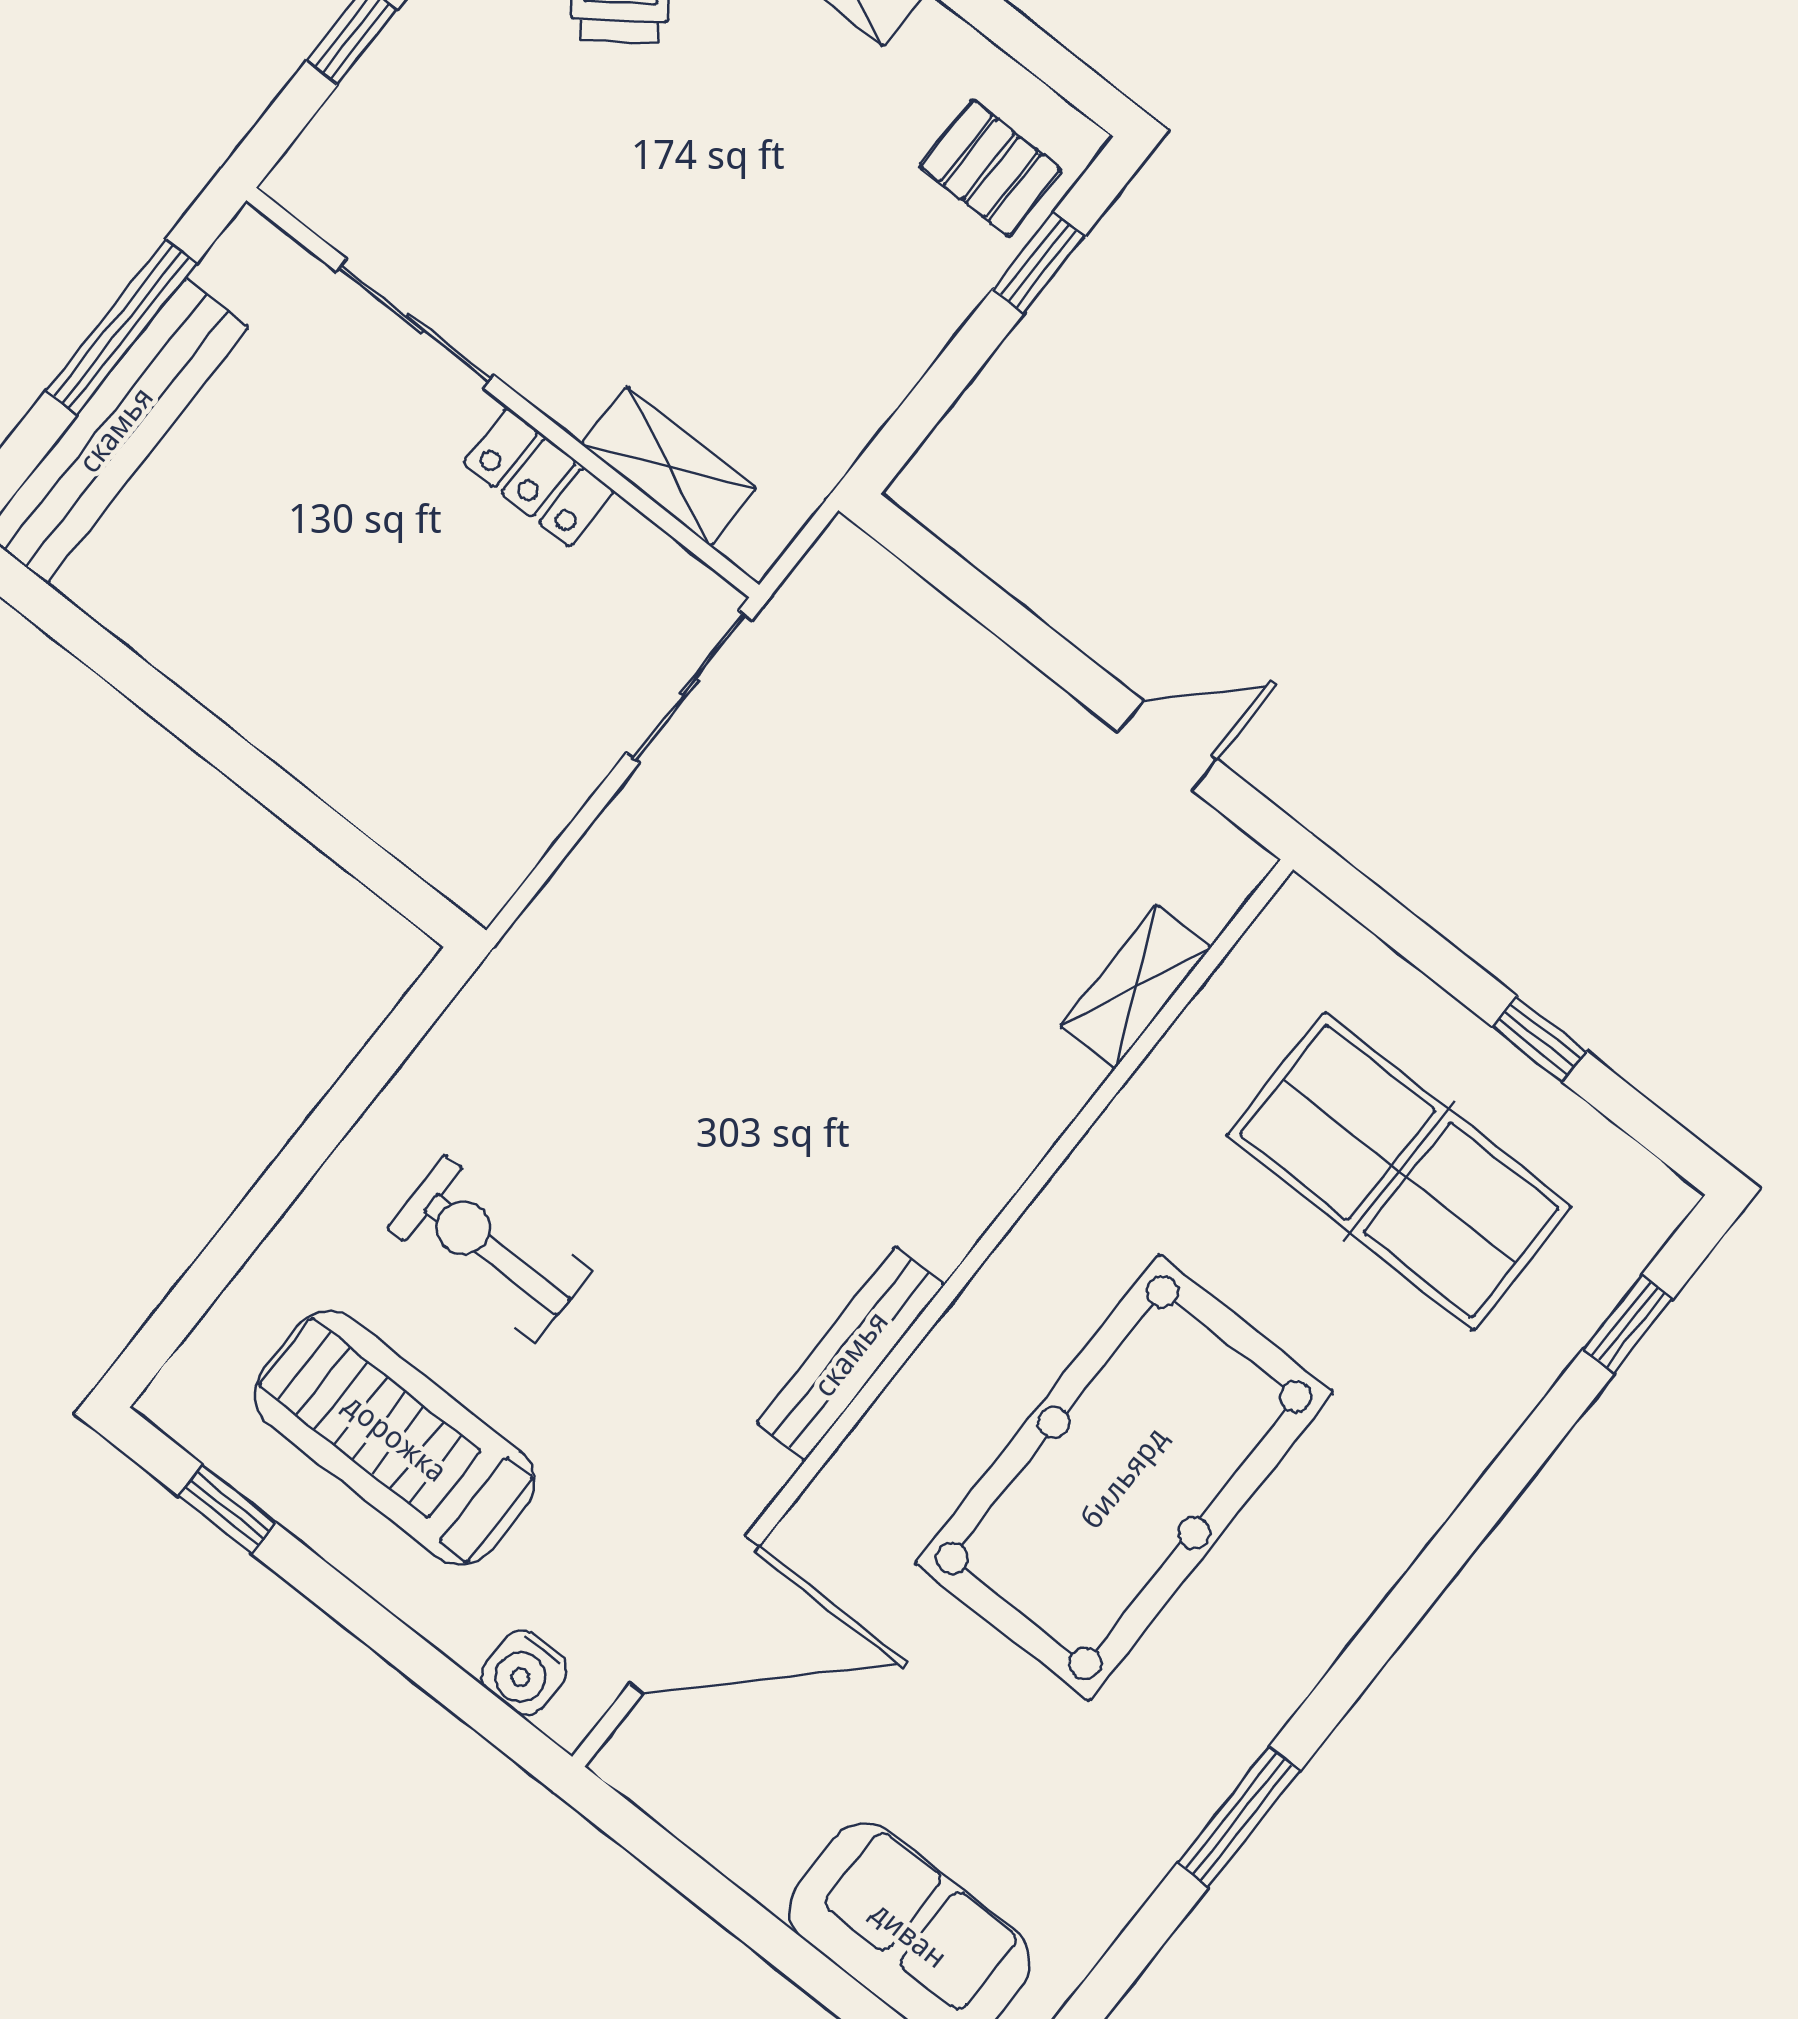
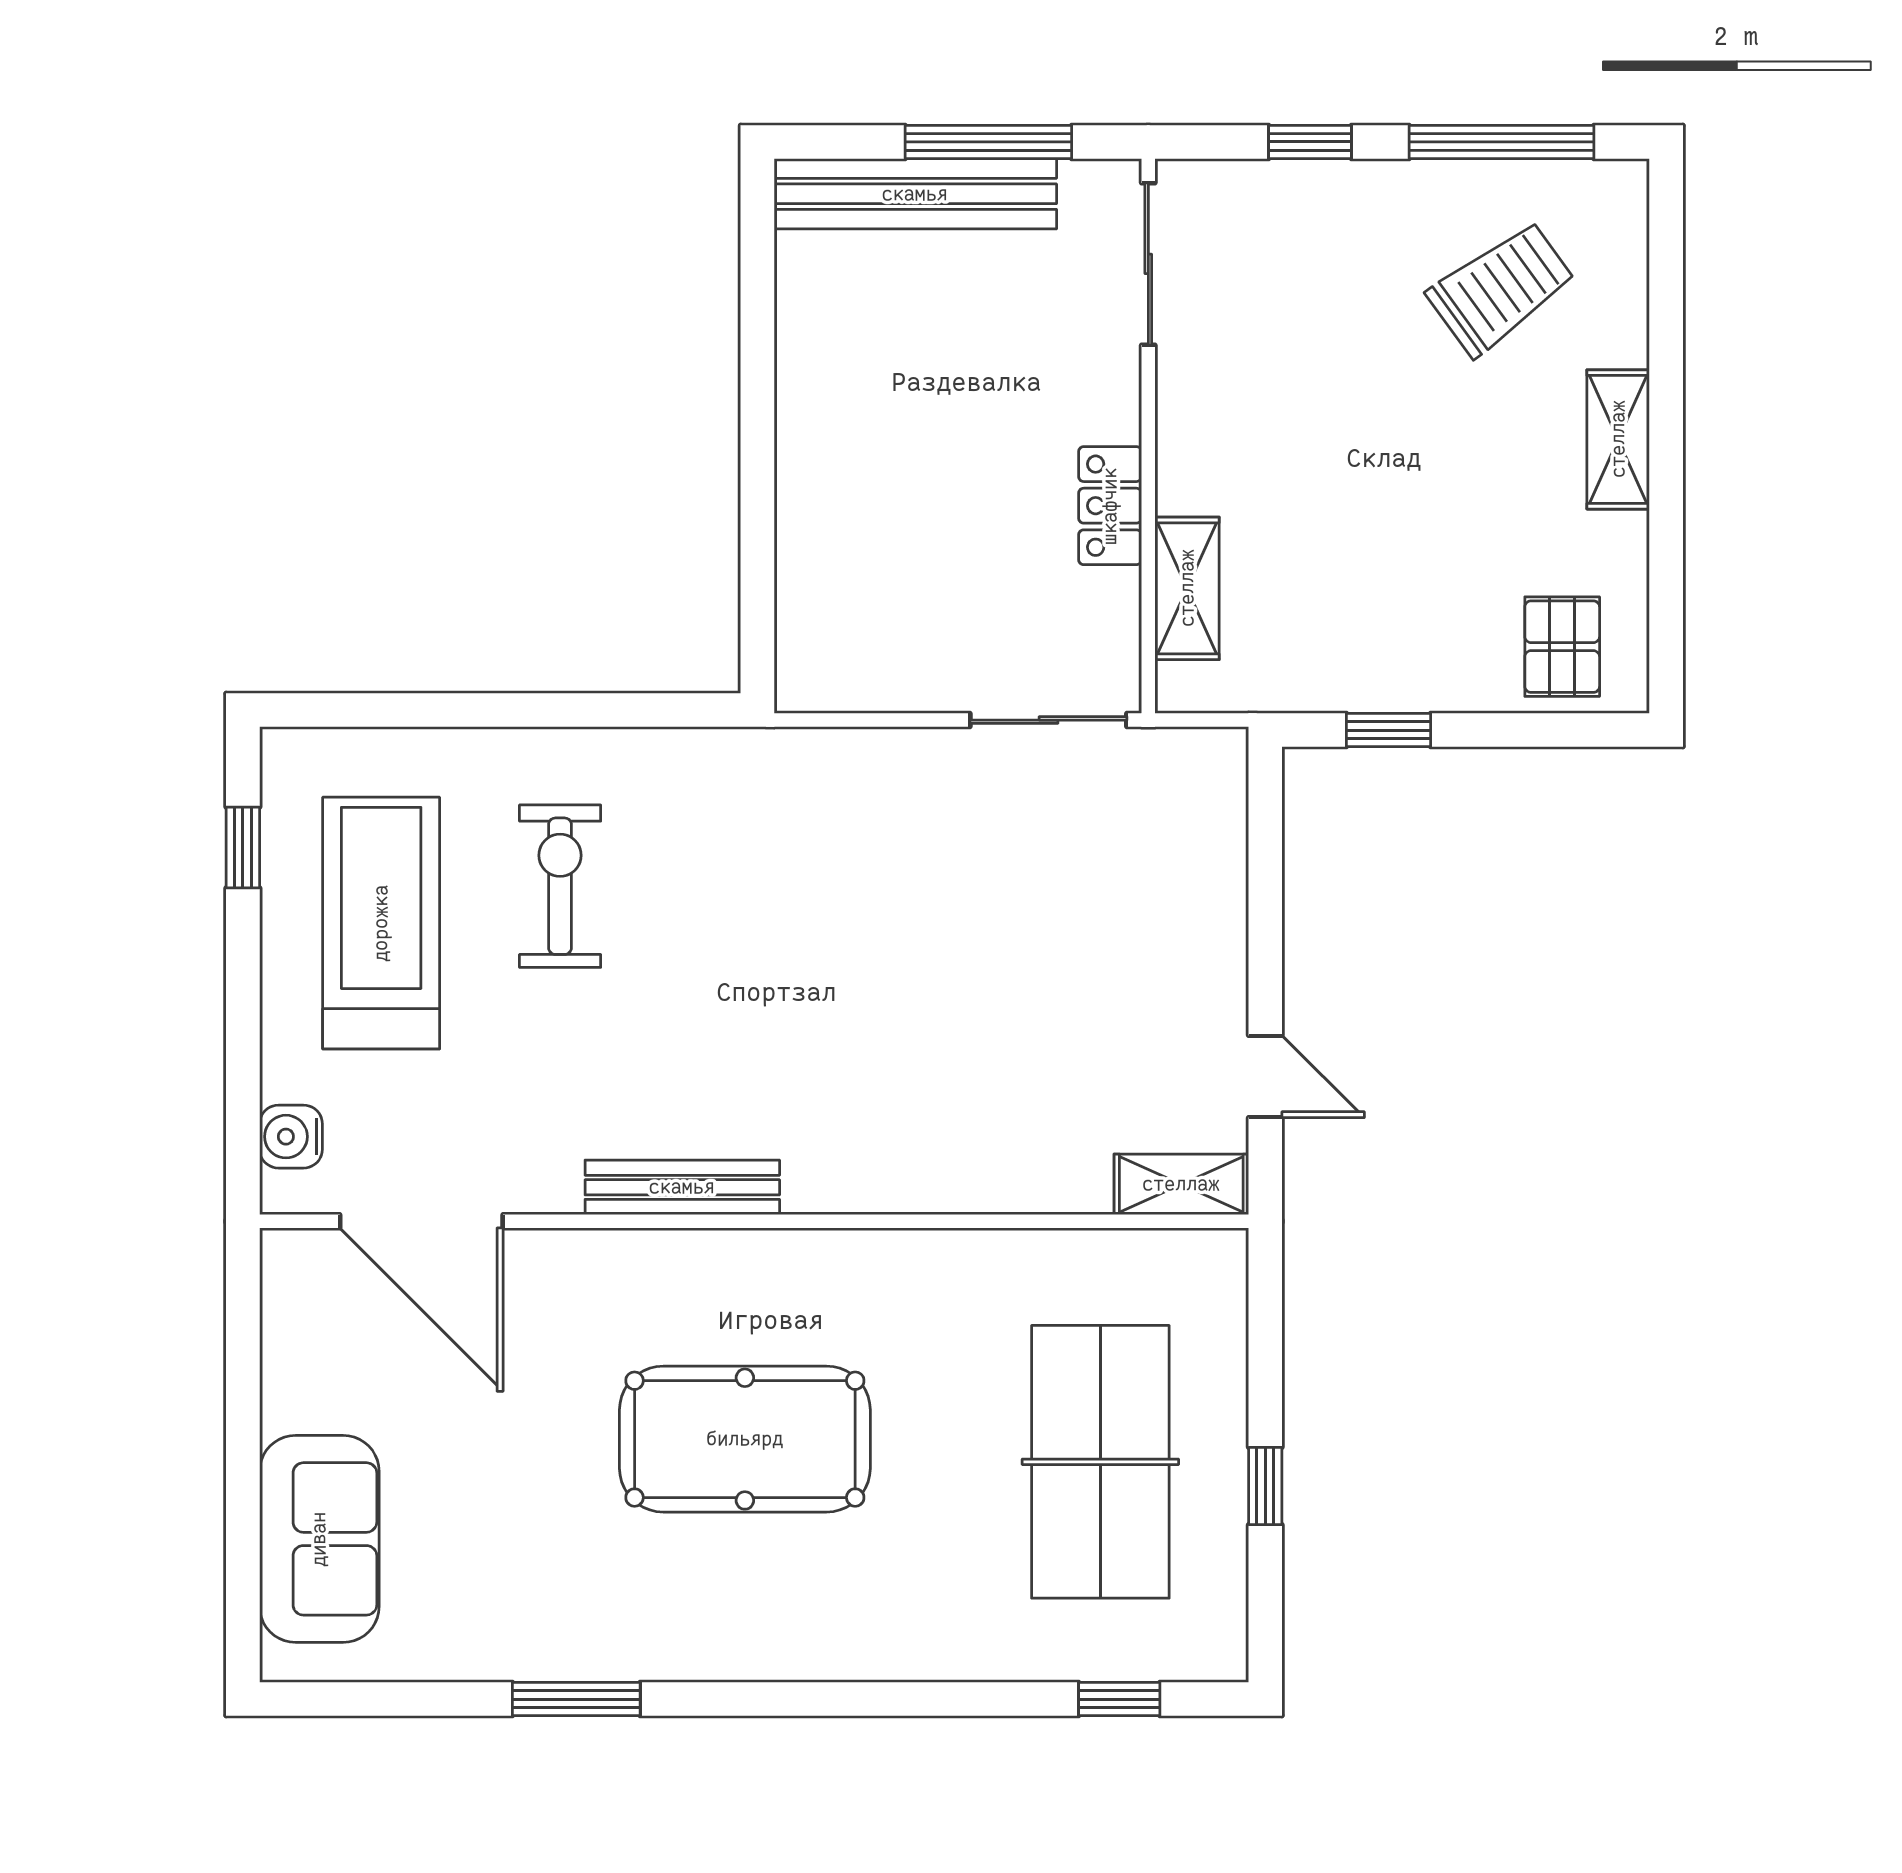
window: (1038, 263) -> (1388, 730), moved
sliding door: (415, 323) -> (1148, 264), moved
shelving: (1136, 987) -> (1181, 1184), moved
pool table: (1124, 1478) -> (745, 1439), width x0.73, depth x0.76

